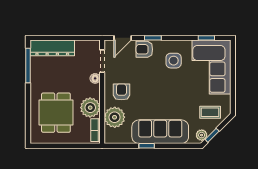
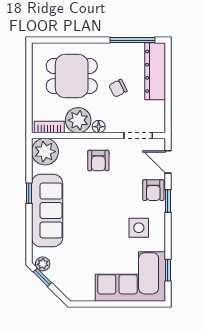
armchair: (144, 49) -> (153, 190), turned 180
chair: (65, 77) -> (118, 88), added
floor lamp: (95, 78) -> (99, 127), moved
armchair: (121, 92) -> (98, 161), turned 90
coffee table: (210, 112) -> (72, 275), removed
plant: (115, 117) -> (45, 152), moved

